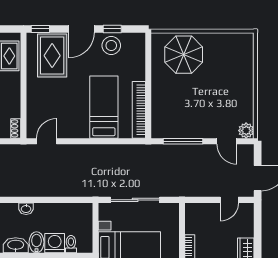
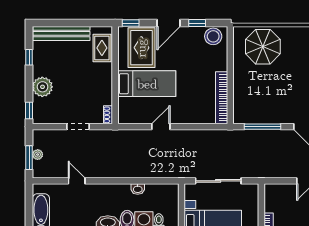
stool: (111, 46) -> (213, 36), moved
bed: (104, 107) -> (147, 84), moved, turned 90
door: (47, 141) -> (161, 127), moved
washbasin: (26, 209) -> (138, 189), moved

